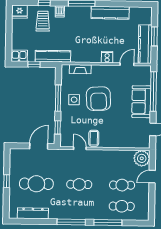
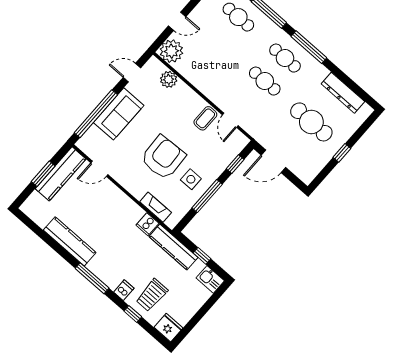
cooker: (107, 57) -> (147, 224), moved
plant: (131, 142) -> (169, 79), added
cafe table: (122, 185) -> (285, 58), moved

